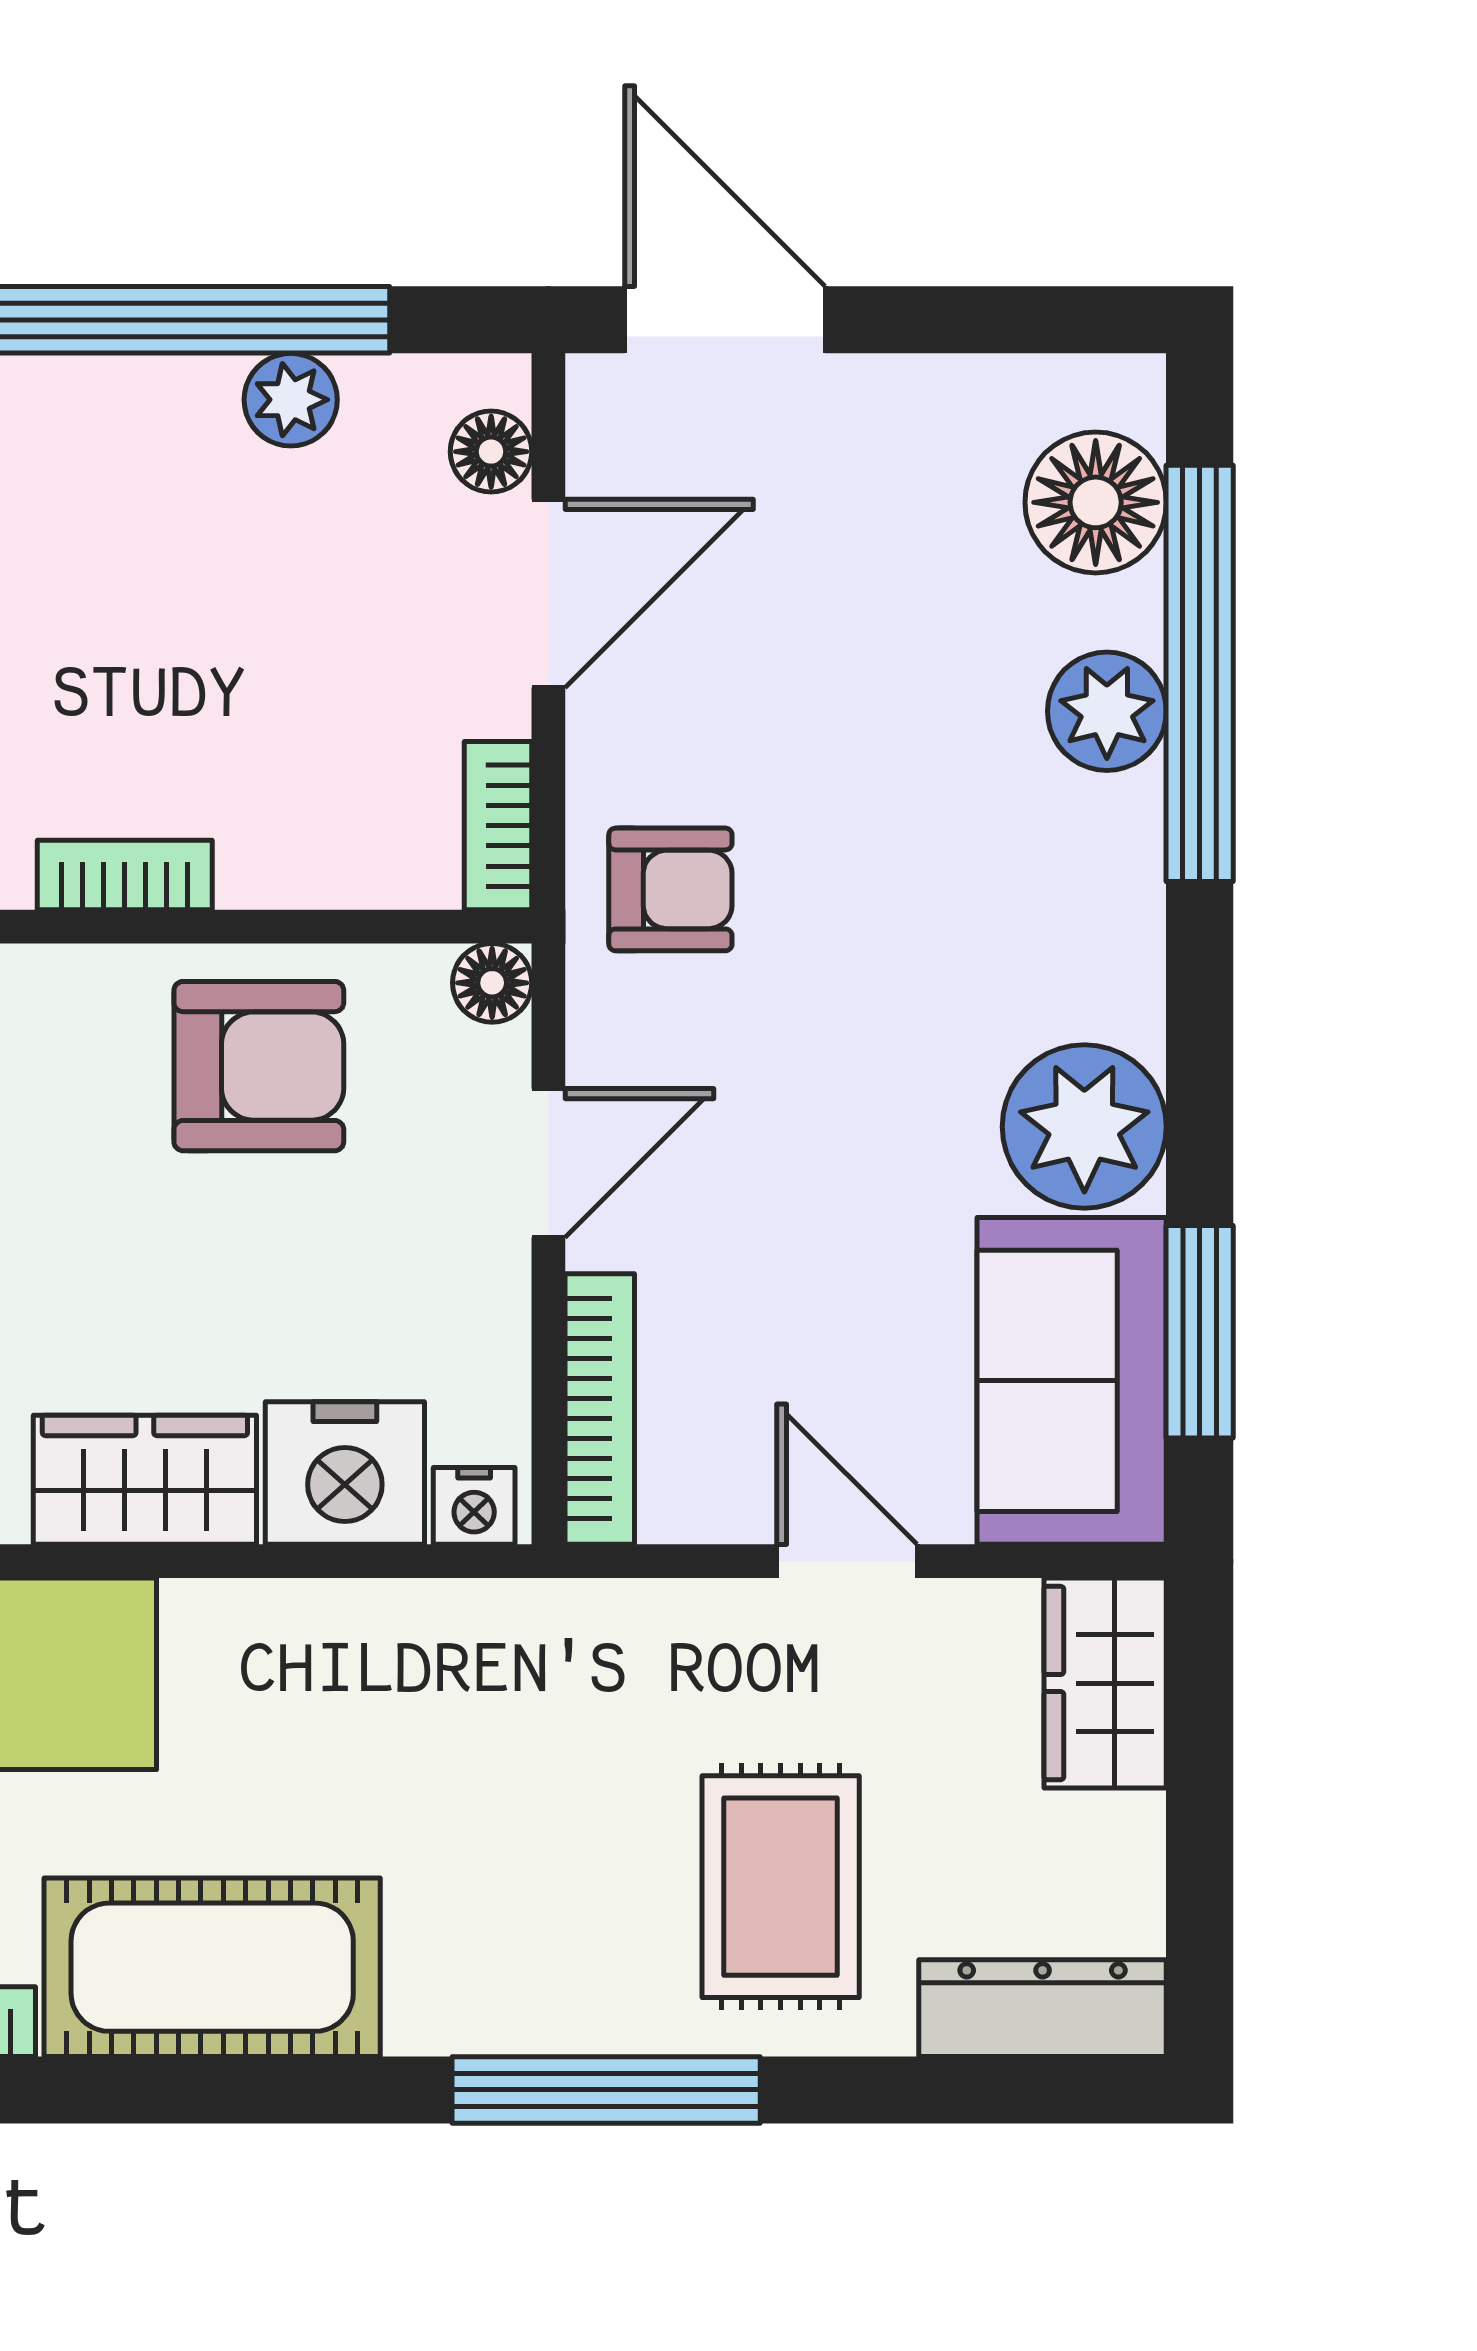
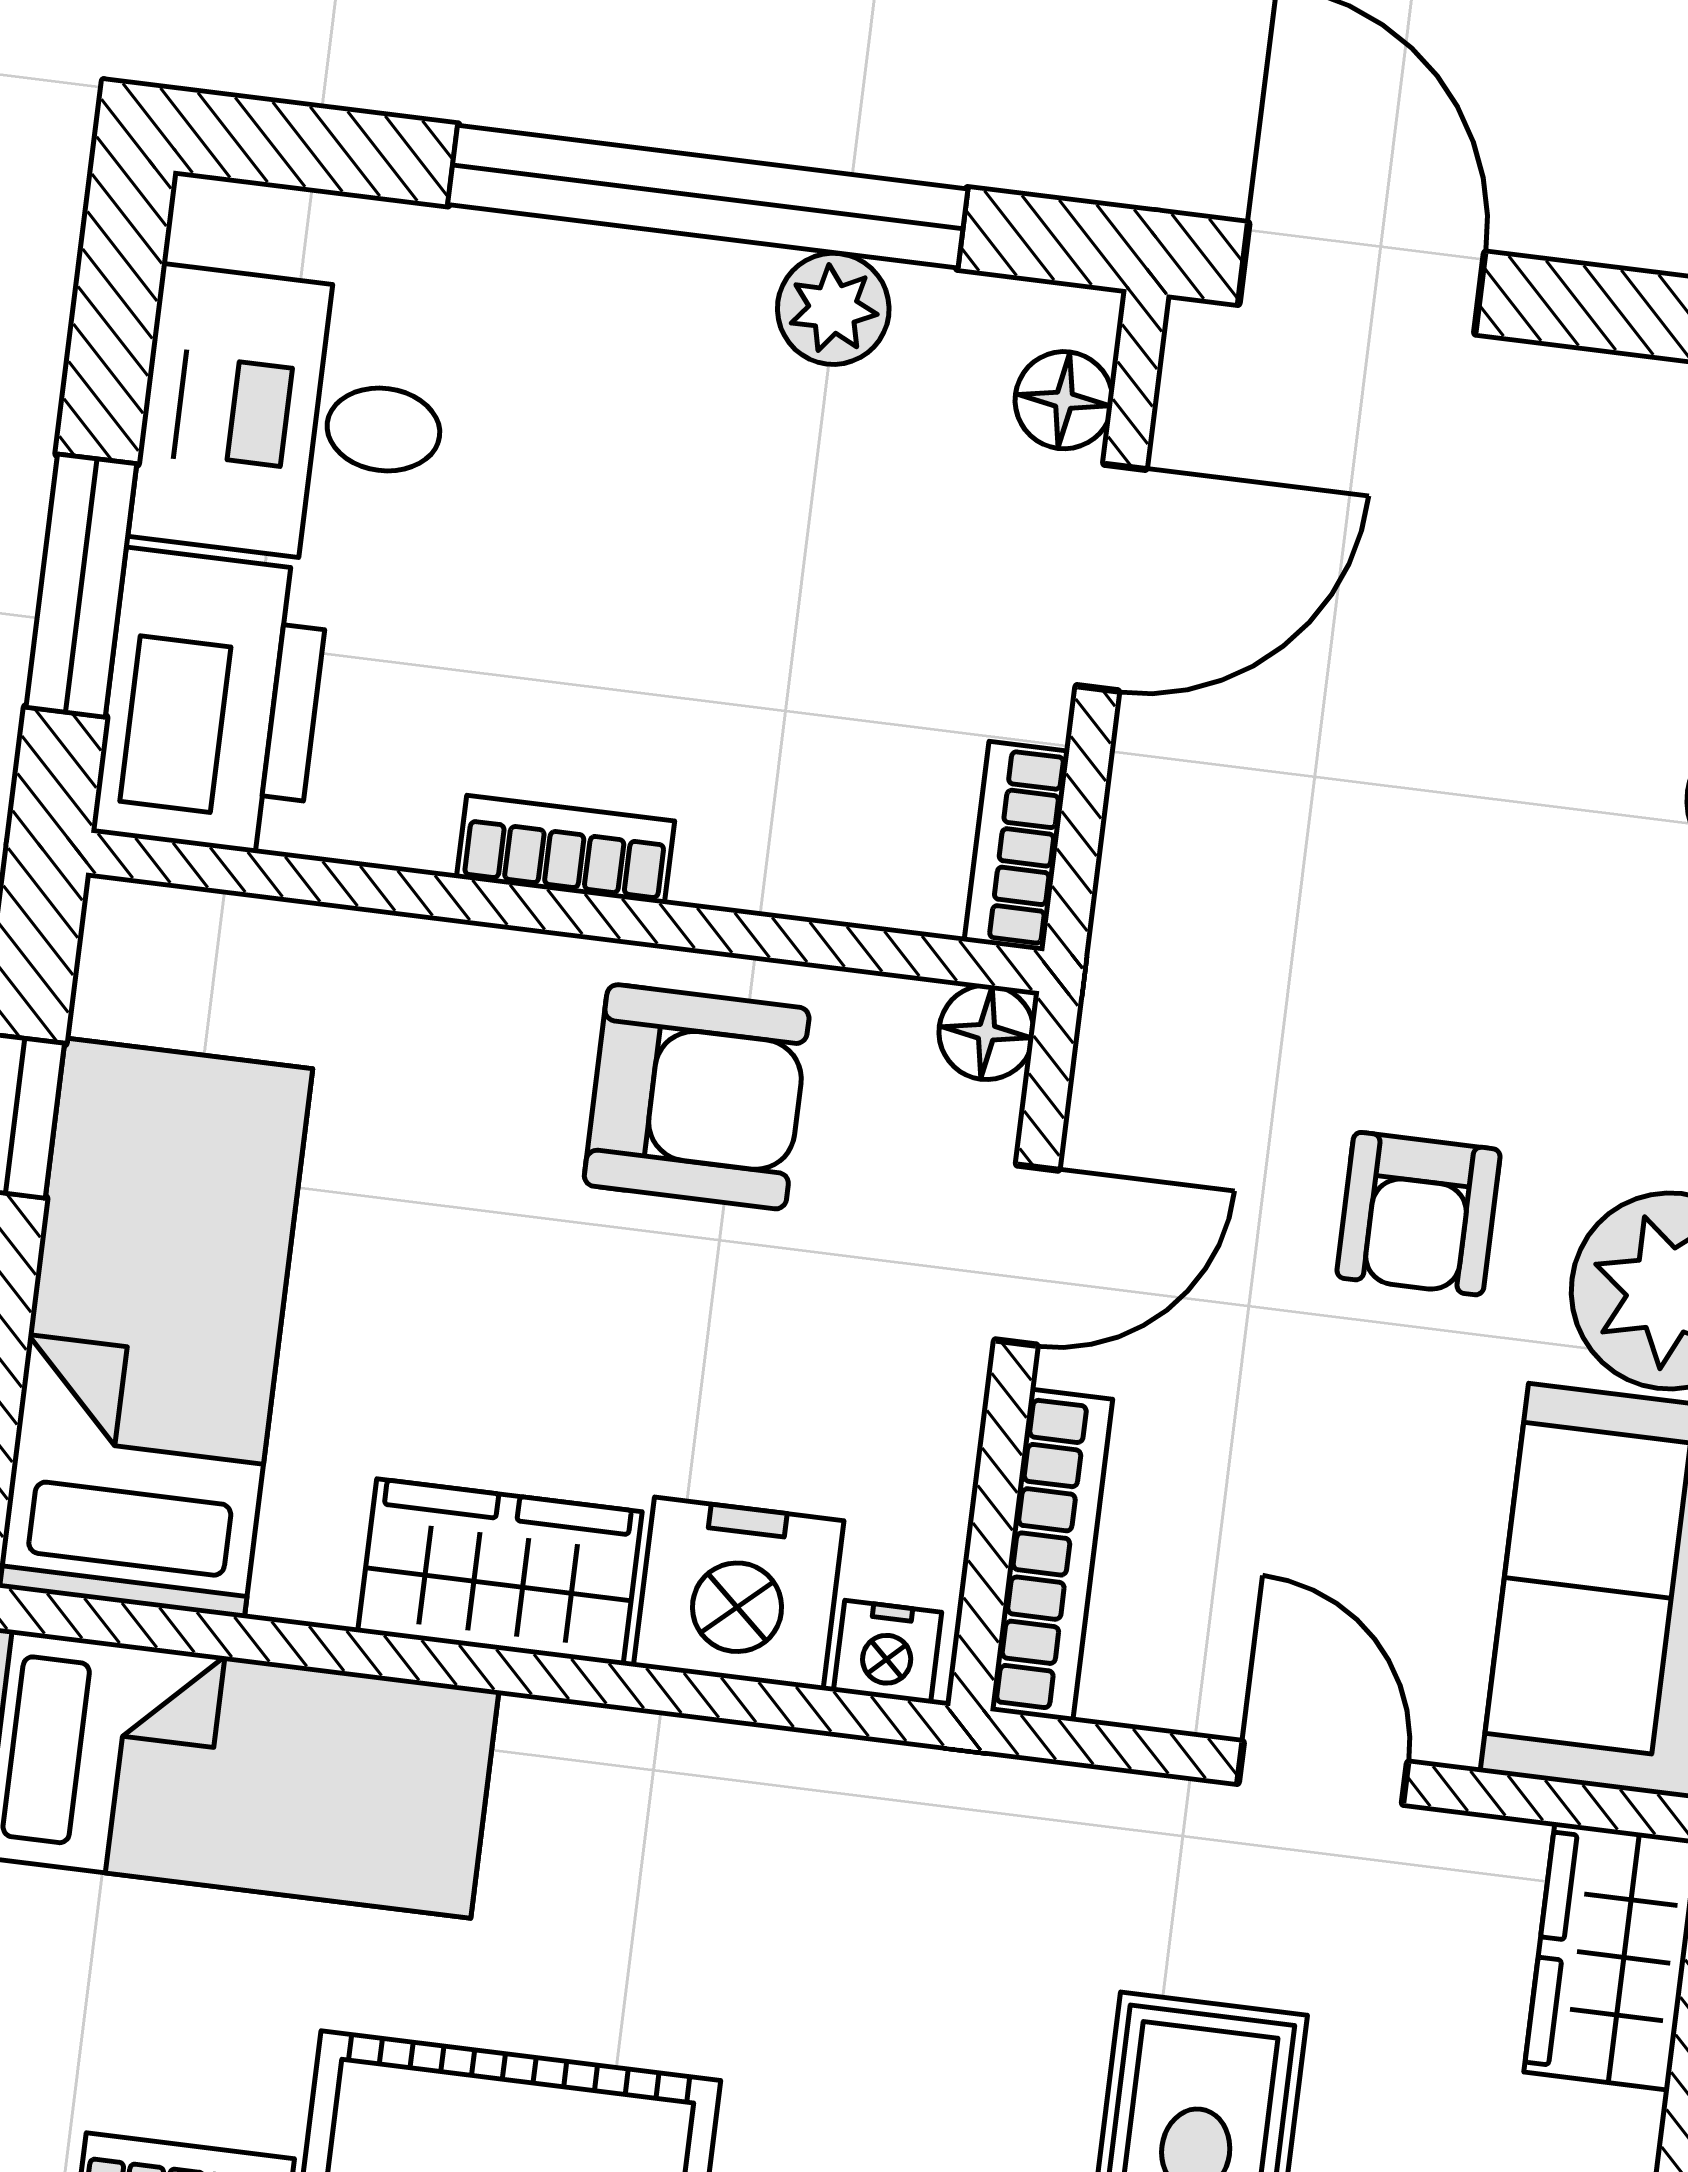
armchair: (670, 889) -> (1418, 1214), moved, turned 90

